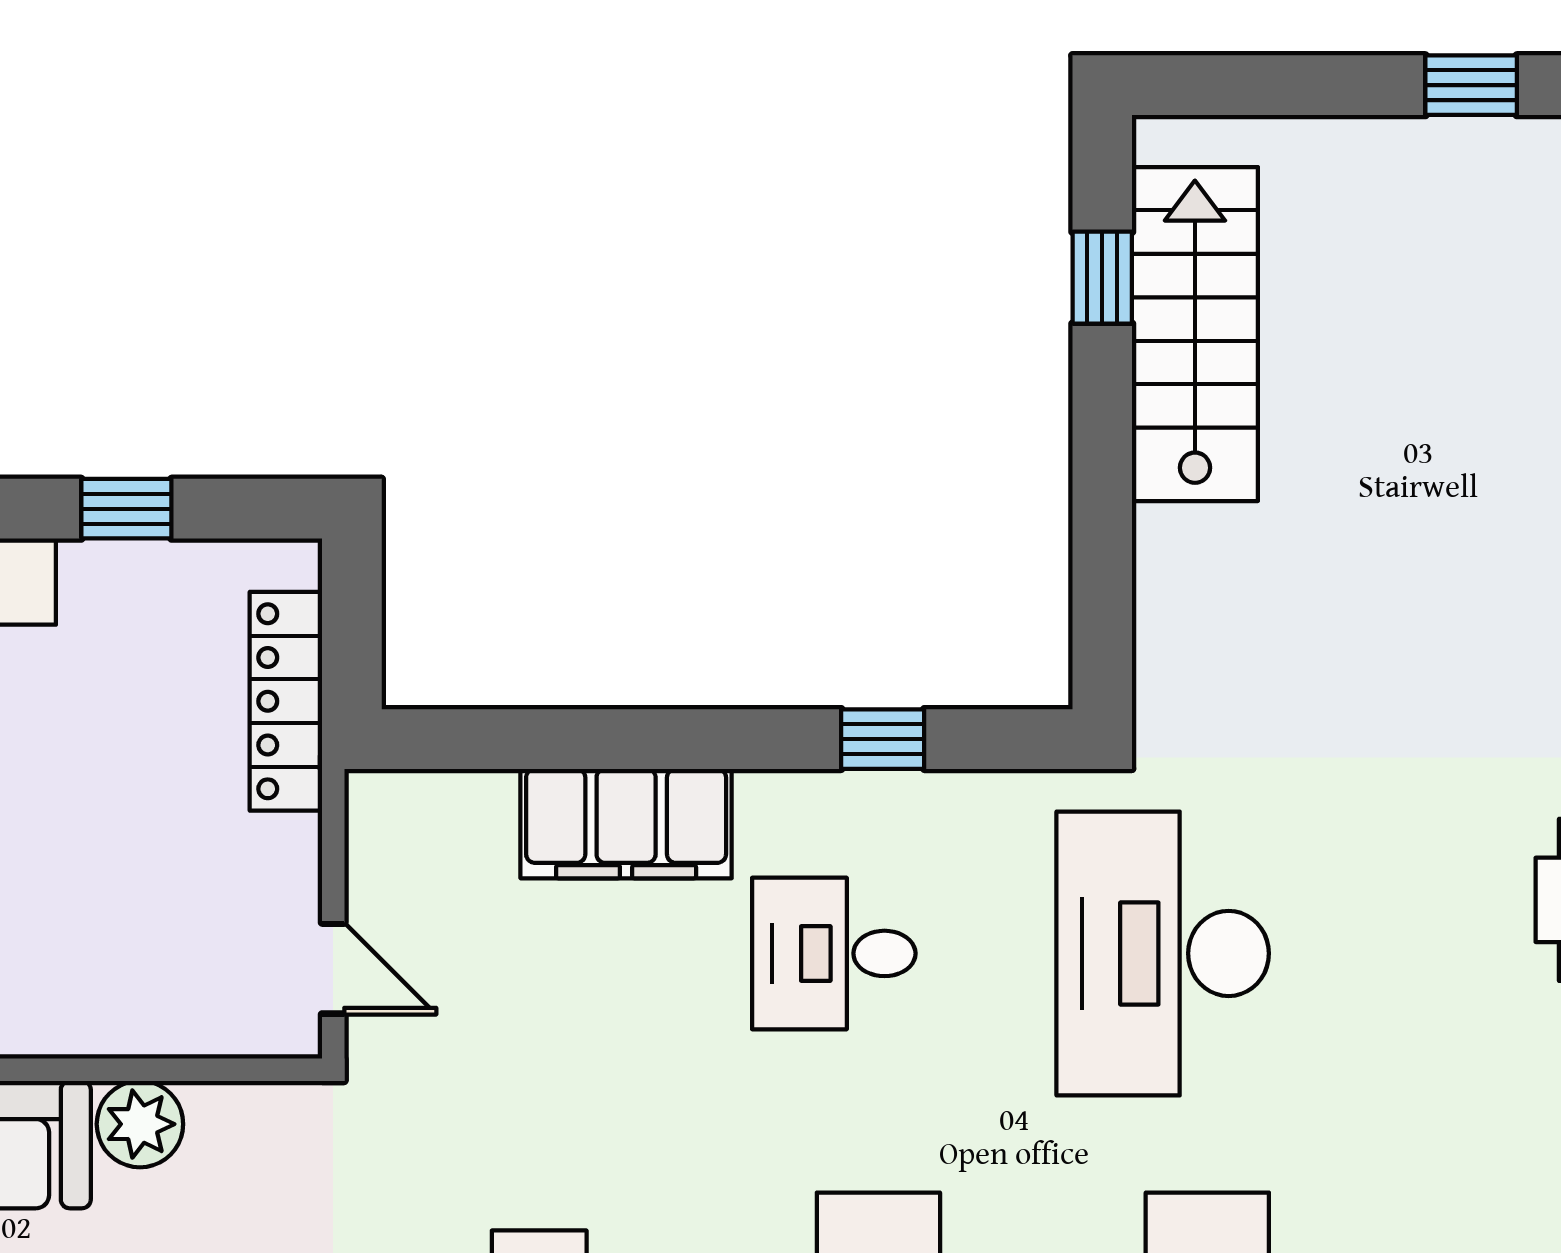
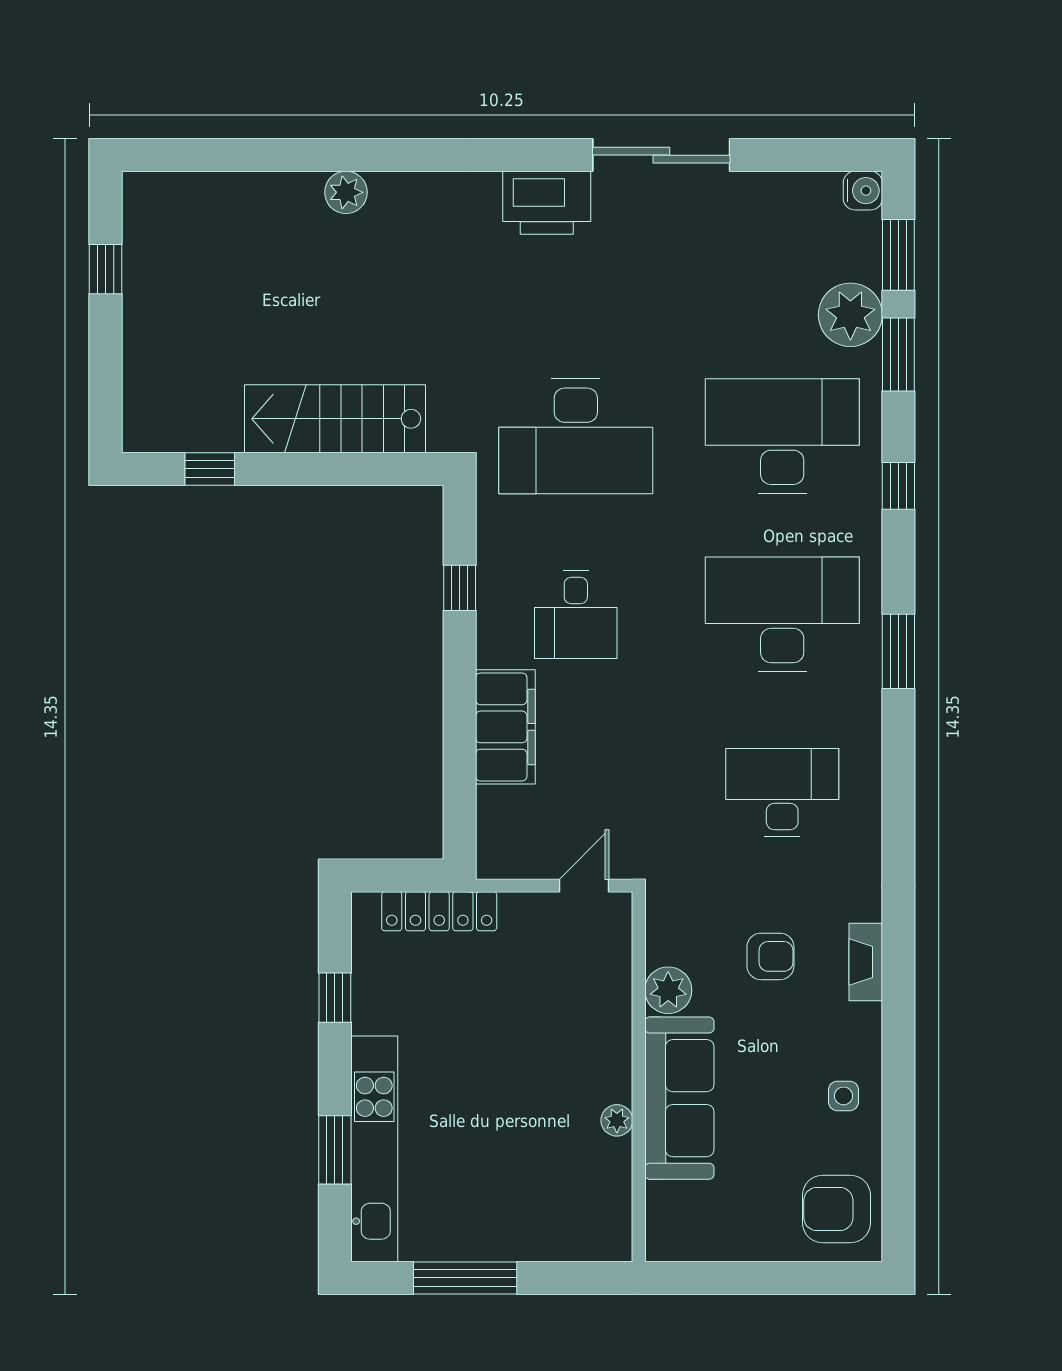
stairs: (1195, 334) -> (335, 419), moved

